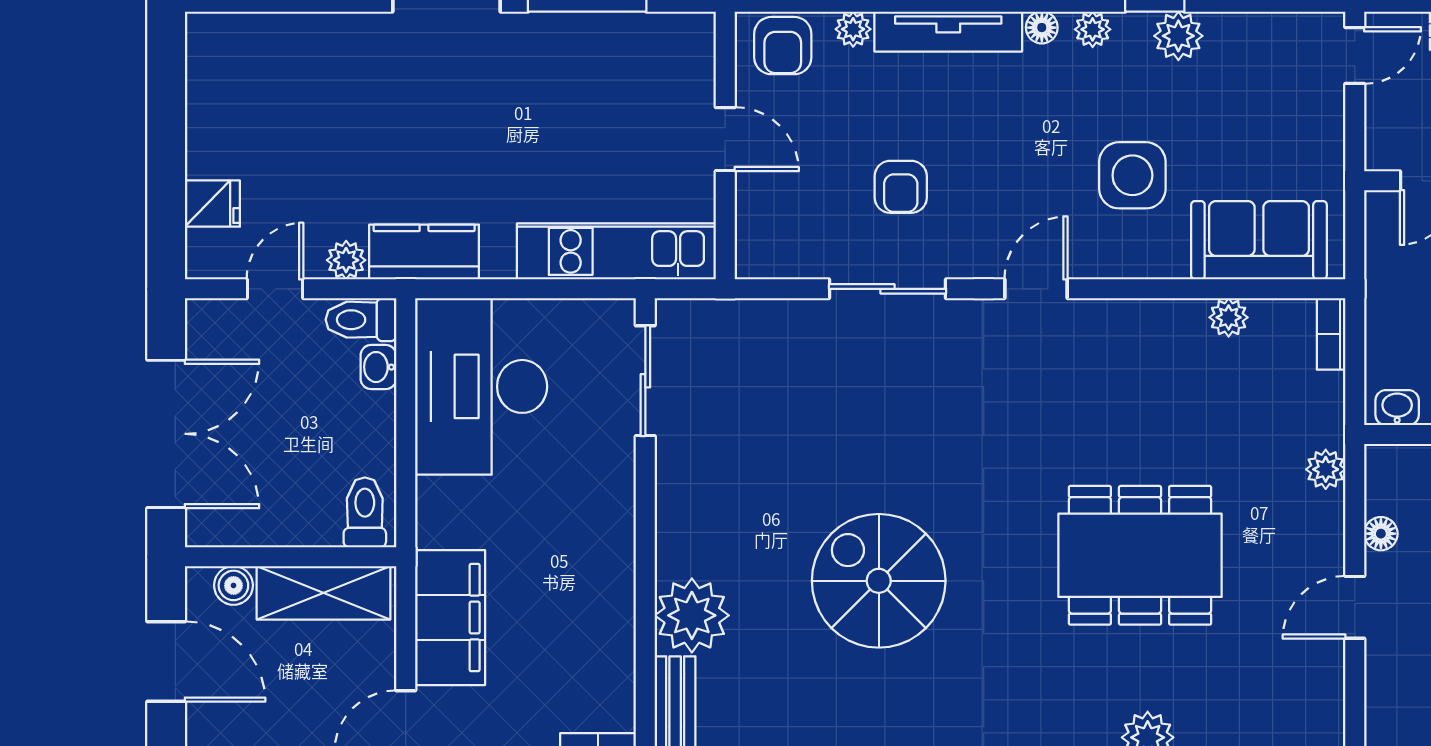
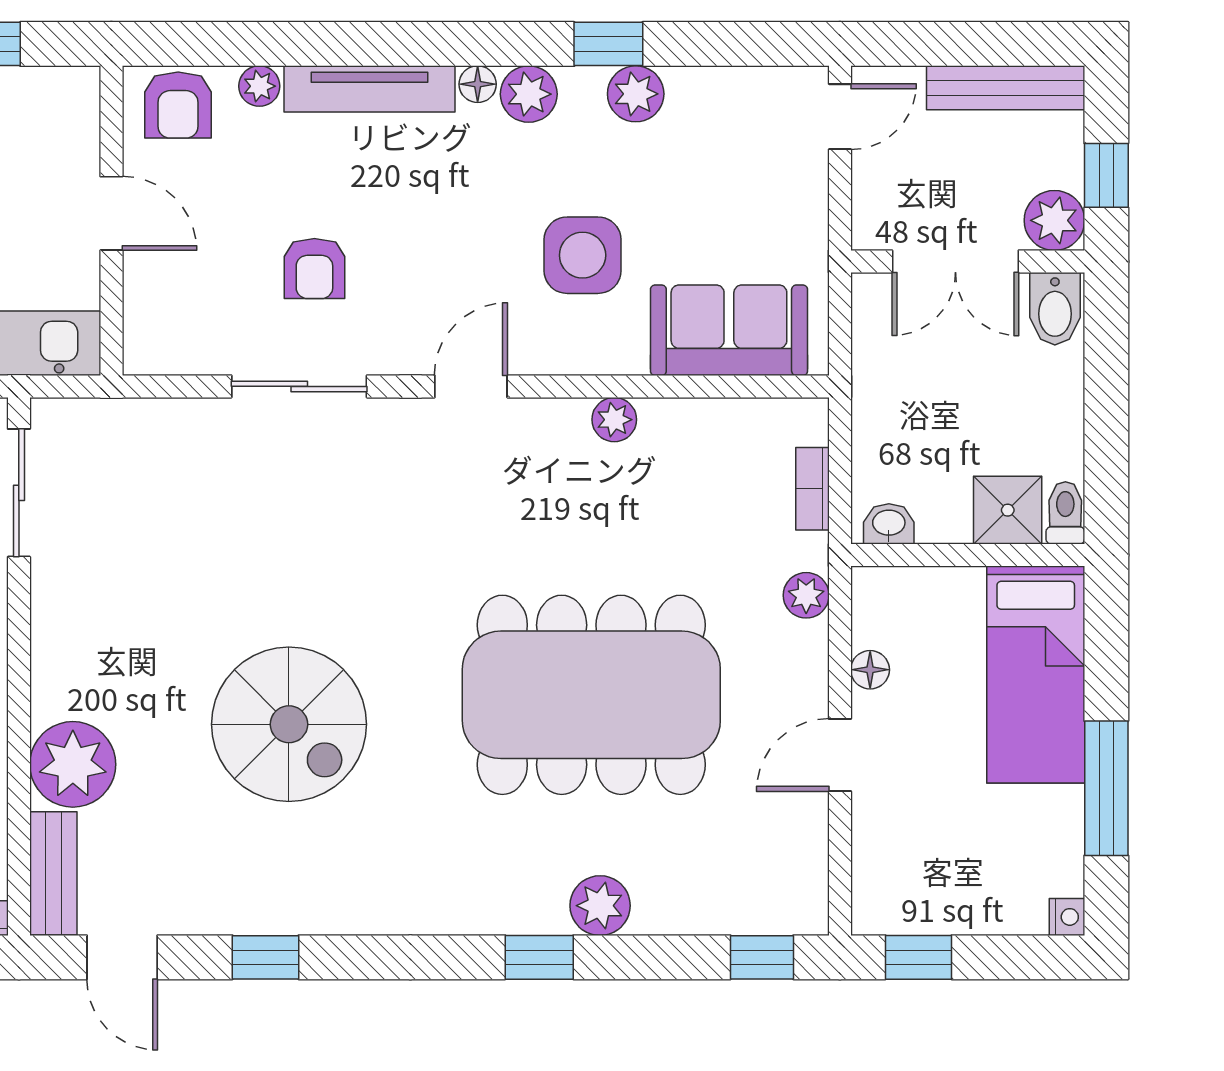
plant: (1093, 29) -> (529, 94), width x1.38, depth x1.38
plant: (1229, 317) -> (614, 420), moved
bookcase: (1331, 334) -> (812, 489), moved
dining table: (1140, 555) -> (591, 695), width x1.36, depth x1.24
spiral stairs: (879, 581) -> (289, 724), turned 180

